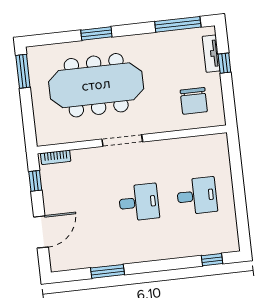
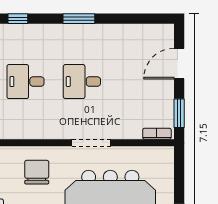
chair: (194, 101) -> (37, 172), moved
window: (35, 181) -> (179, 113), width x1.50
window: (108, 271) -> (79, 19), moved

